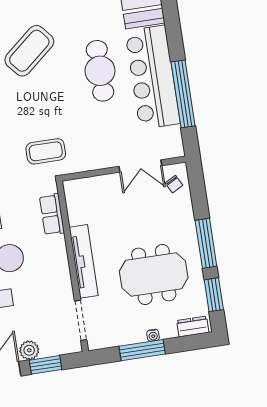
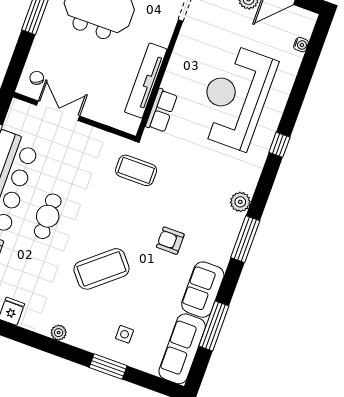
cafe table: (100, 71) -> (48, 216), width x0.73, depth x0.74
tv unit: (84, 261) -> (146, 81), moved

